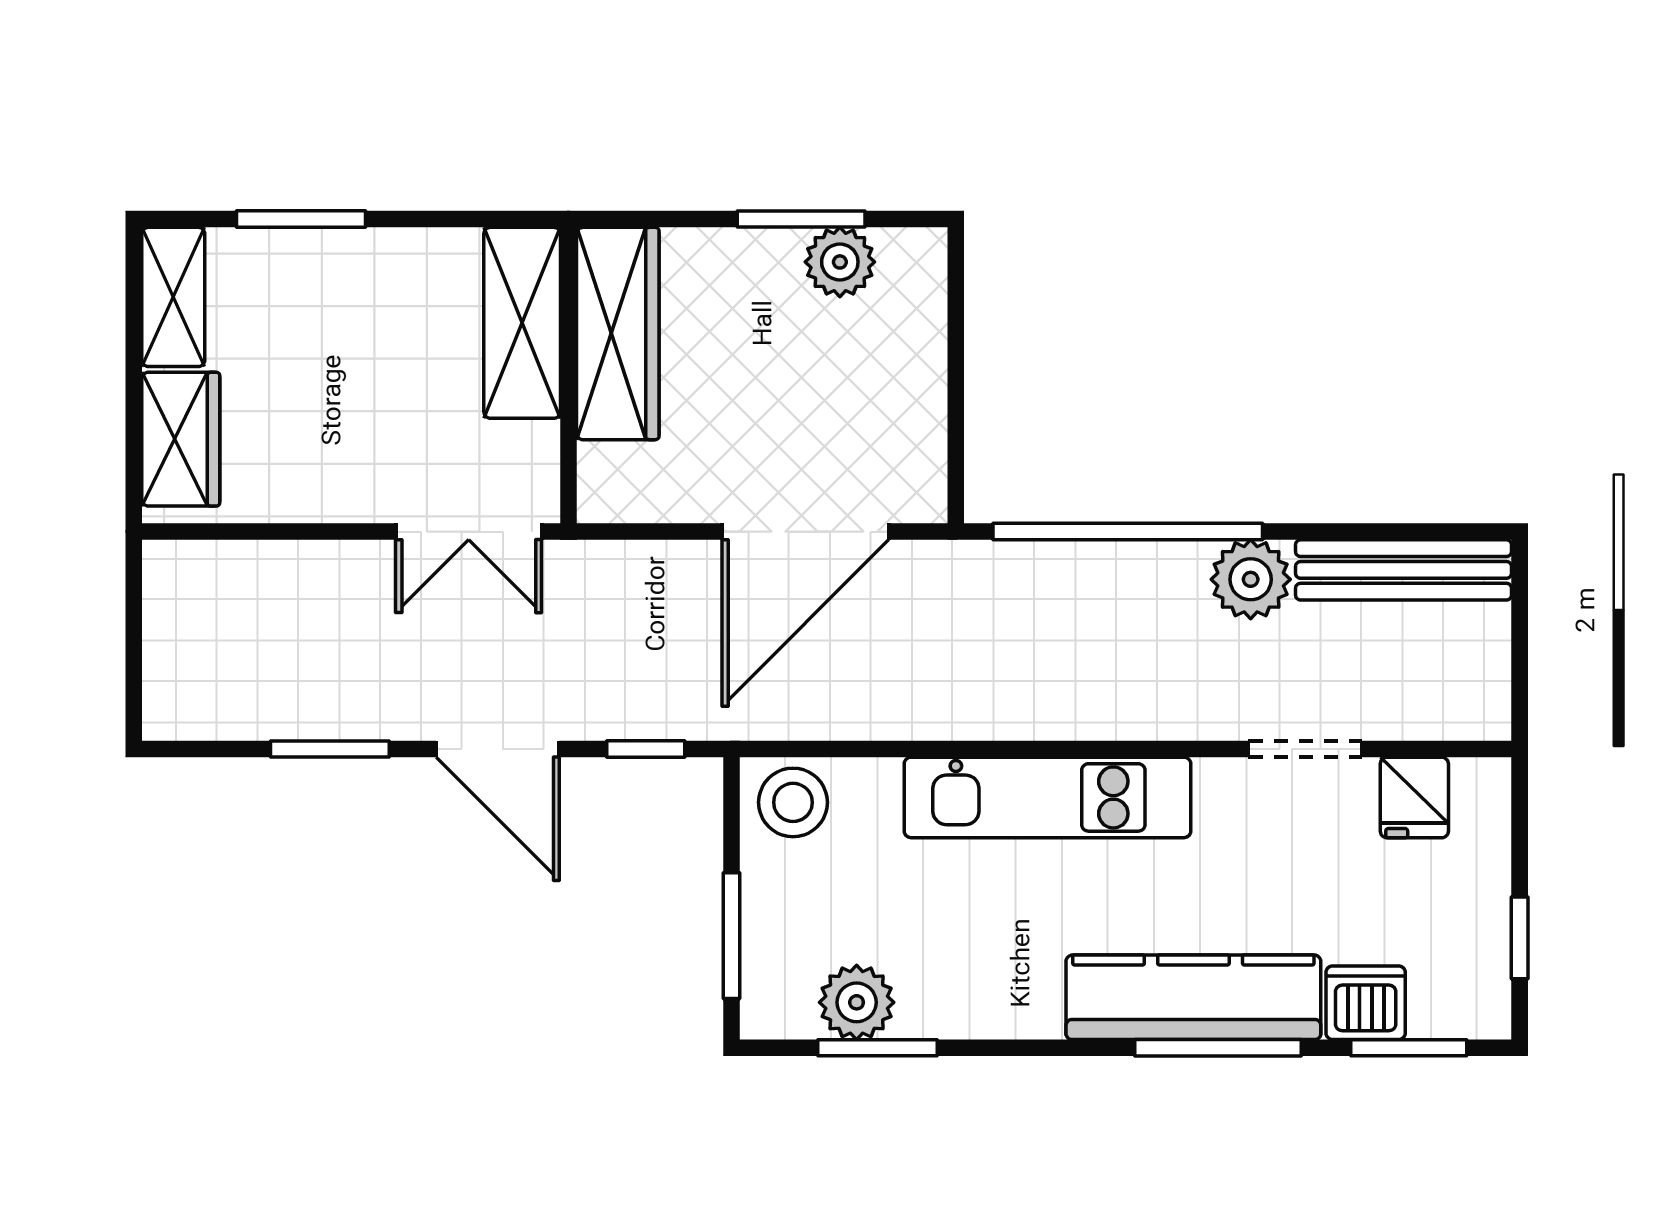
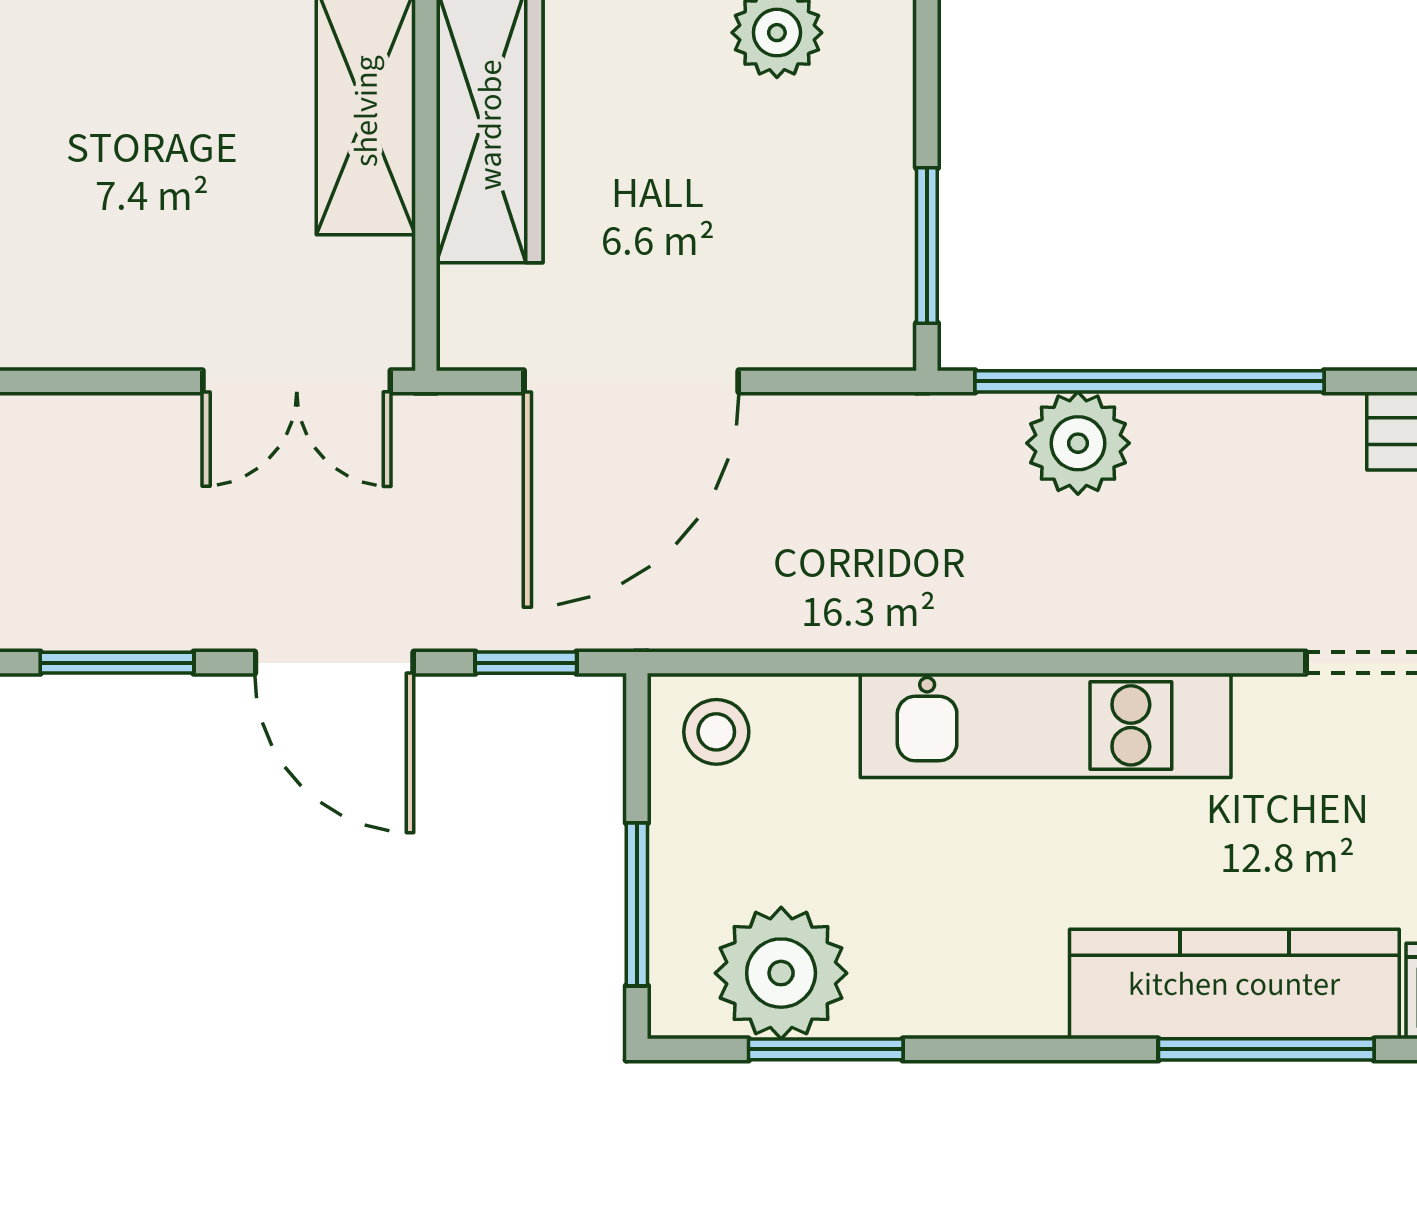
window: (956, 427) -> (927, 245), added
door: (805, 532) -> (631, 381), moved
plant: (1251, 579) -> (1078, 443), moved
stool: (793, 802) -> (716, 732), width x0.73, depth x0.73
plant: (857, 1002) -> (781, 973), width x1.36, depth x1.36

